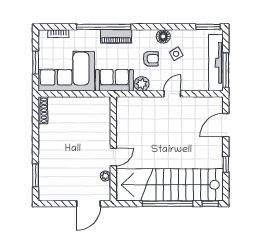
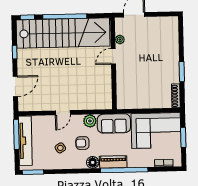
floor lamp: (163, 36) -> (93, 162), moved
window: (36, 175) -> (182, 71), moved

